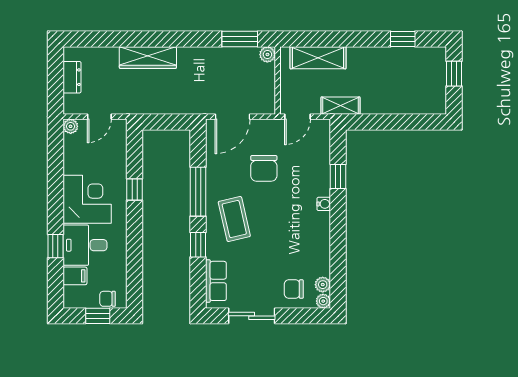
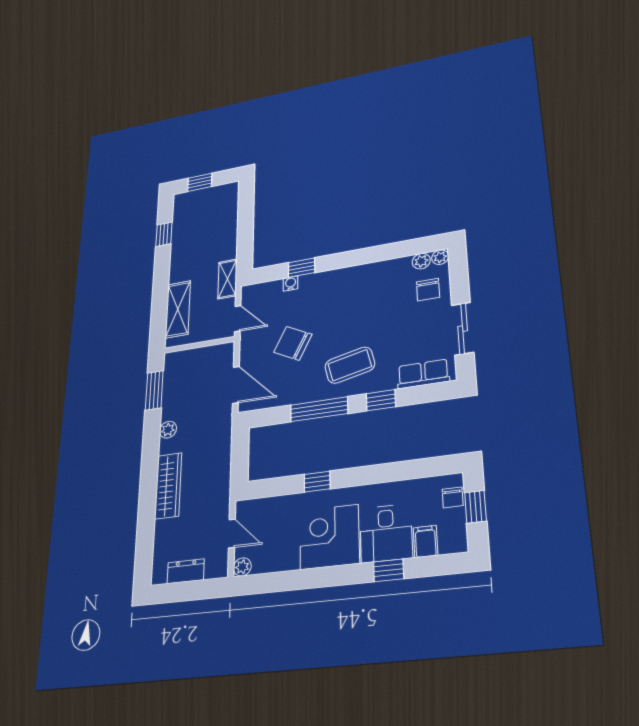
plant: (267, 54) -> (168, 430), moved
chair: (264, 168) -> (293, 343), turned -153
water cooler: (324, 204) -> (291, 284), moved

